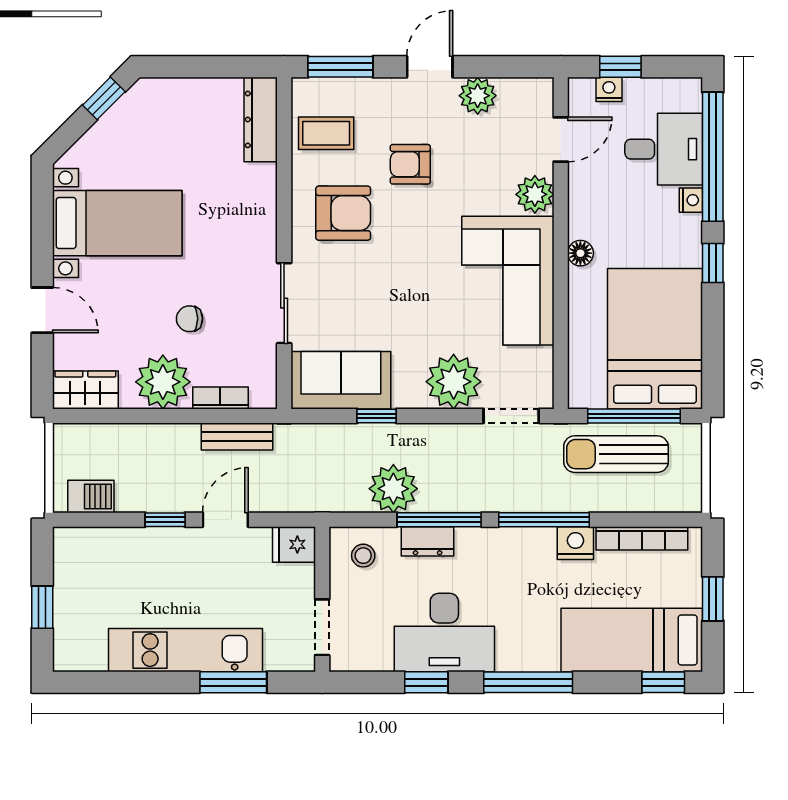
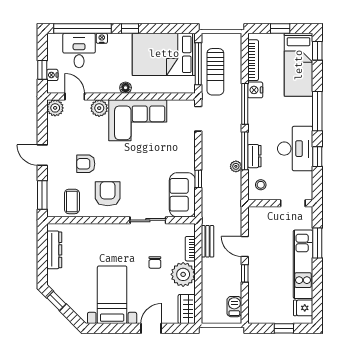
plant: (478, 96) -> (55, 108), moved
dresser: (261, 119) -> (54, 250), moved, turned -90
armchair: (410, 164) -> (86, 164), turned 90
plant: (454, 382) -> (183, 144), removed
plant: (393, 489) -> (236, 166), width x0.53, depth x0.53
fridge: (294, 544) -> (303, 308), moved, turned 90

